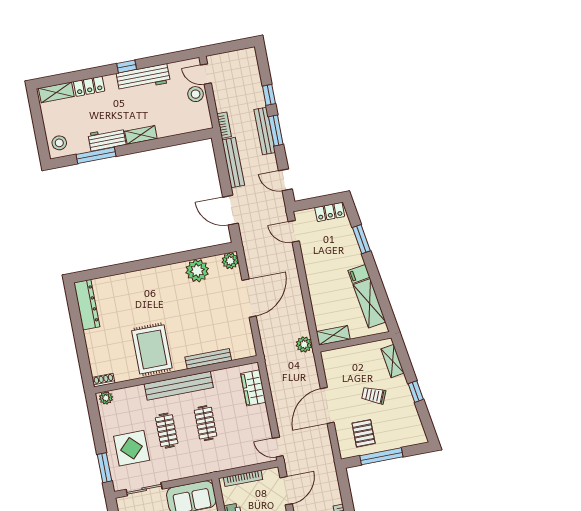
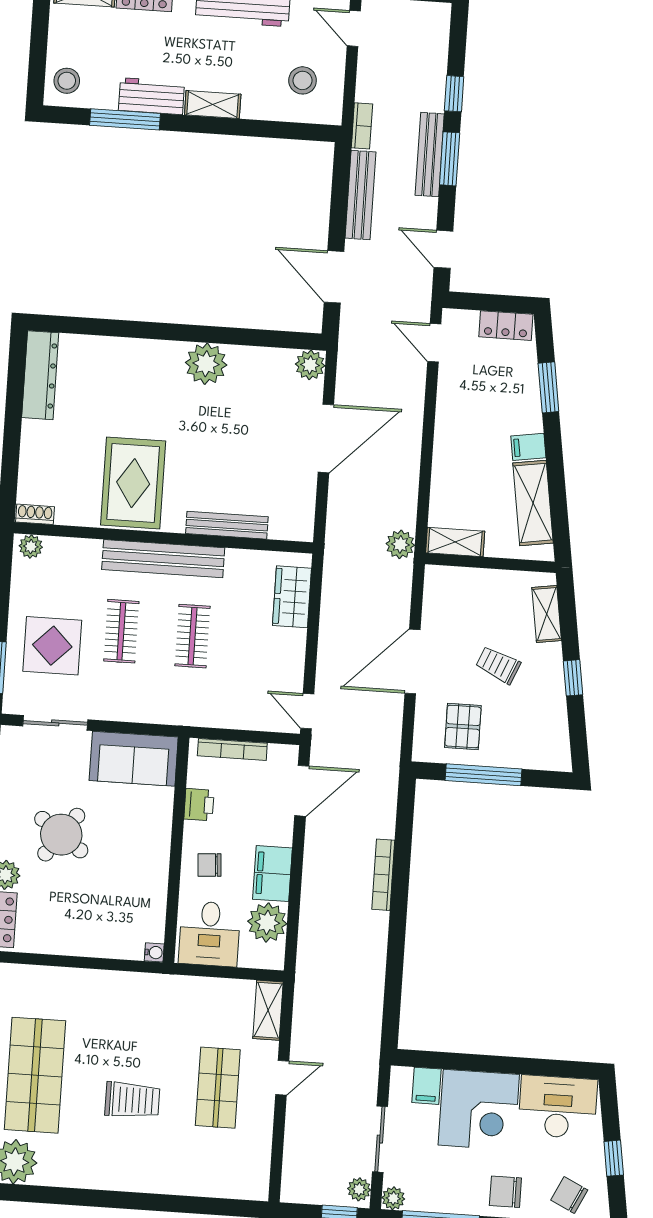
stool: (196, 94) -> (303, 80), moved
plant: (197, 271) -> (206, 364), moved

